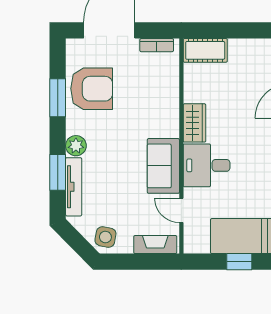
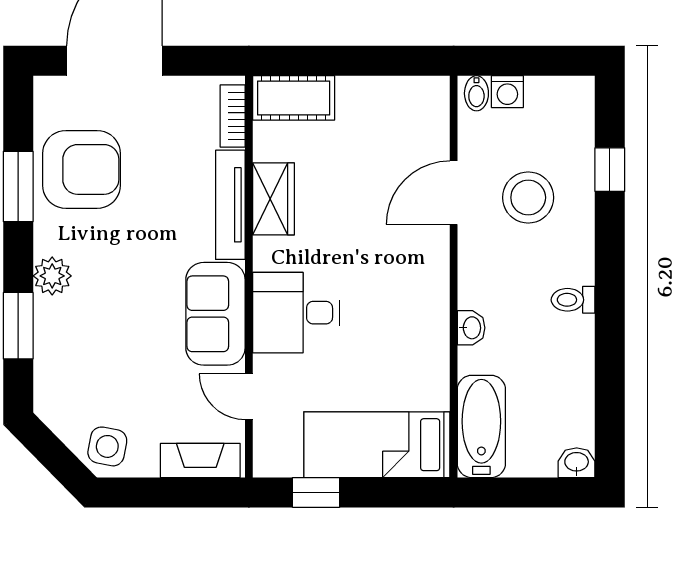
bookcase: (157, 45) -> (233, 116), moved, turned 90
wardrobe: (194, 123) -> (273, 199), moved
tv unit: (74, 187) -> (230, 205), moved, turned 180
window: (239, 262) -> (316, 492), moved

